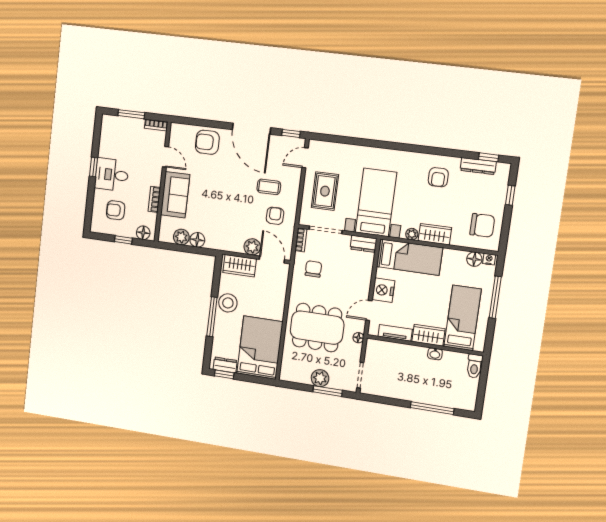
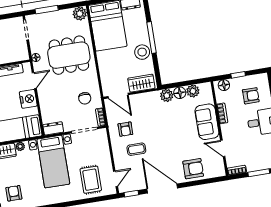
rug: (325, 191) -> (91, 180), moved
plant: (252, 247) -> (167, 95), moved
plant: (320, 378) -> (80, 14), moved

